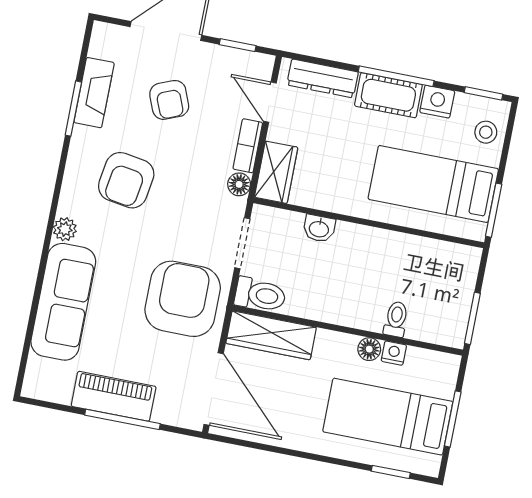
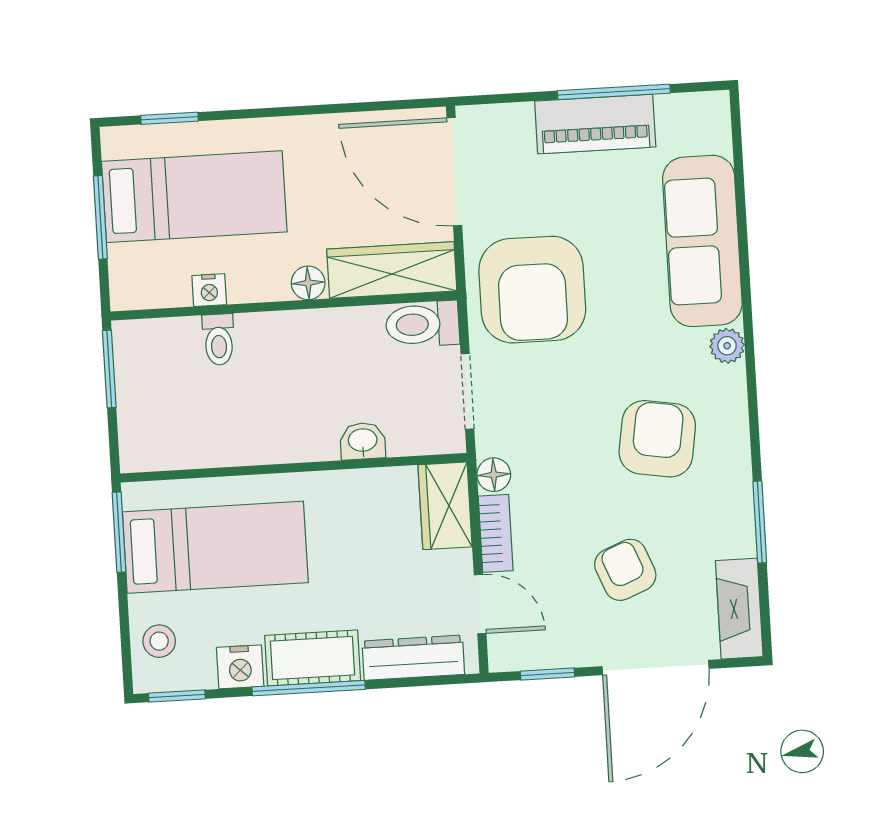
fireplace: (94, 93) -> (739, 609), moved
floor lamp: (369, 349) -> (308, 283), moved
window: (122, 419) -> (614, 92), moved

